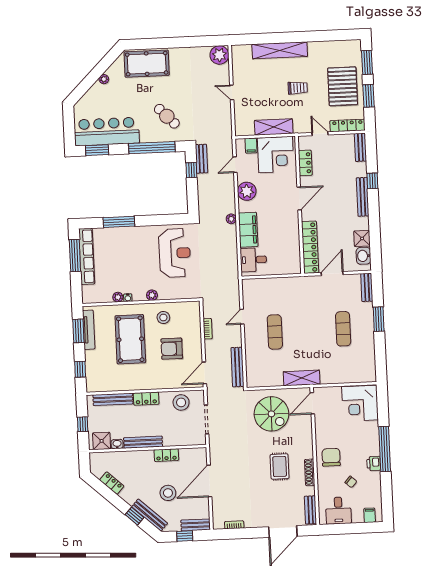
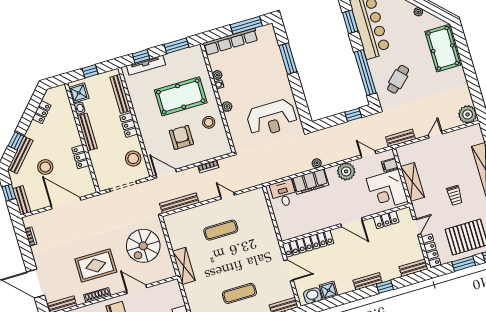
bench: (201, 159) -> (400, 138), moved
bench: (363, 197) -> (368, 281), width x0.73
row of seats: (87, 256) -> (231, 42), moved
tv unit: (89, 330) -> (146, 65), moved
door: (312, 403) -> (137, 289), moved
rug: (280, 466) -> (96, 266), width x1.36, depth x1.43

